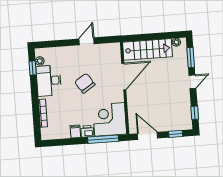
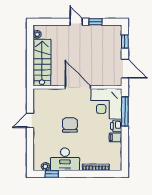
door: (87, 41) -> (30, 120), hinge flipped
window: (191, 57) -> (53, 22), removed
door: (124, 77) -> (78, 87), moved
chair: (85, 83) -> (70, 125), turned 123
window: (195, 113) -> (95, 22), moved
door: (147, 136) -> (125, 69), swing flipped

